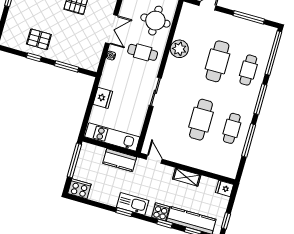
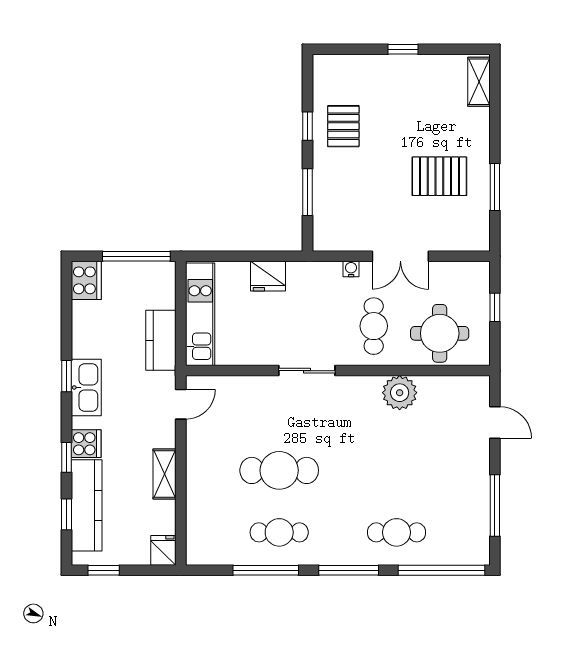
cafe table: (217, 61) -> (397, 470), removed

